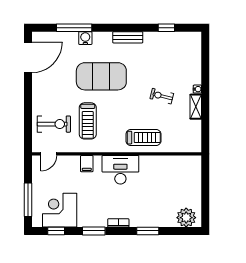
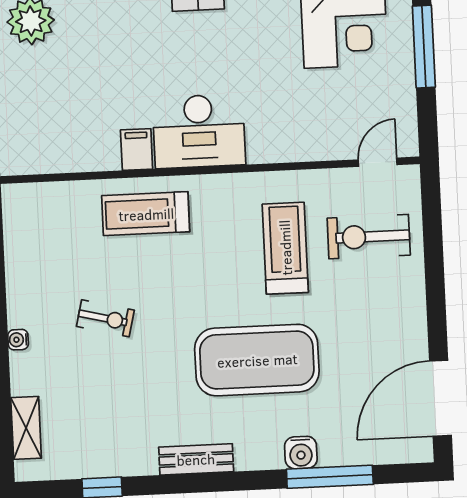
shelving: (196, 107) -> (26, 428), moved
filing cabinet: (87, 164) -> (137, 149), moved

